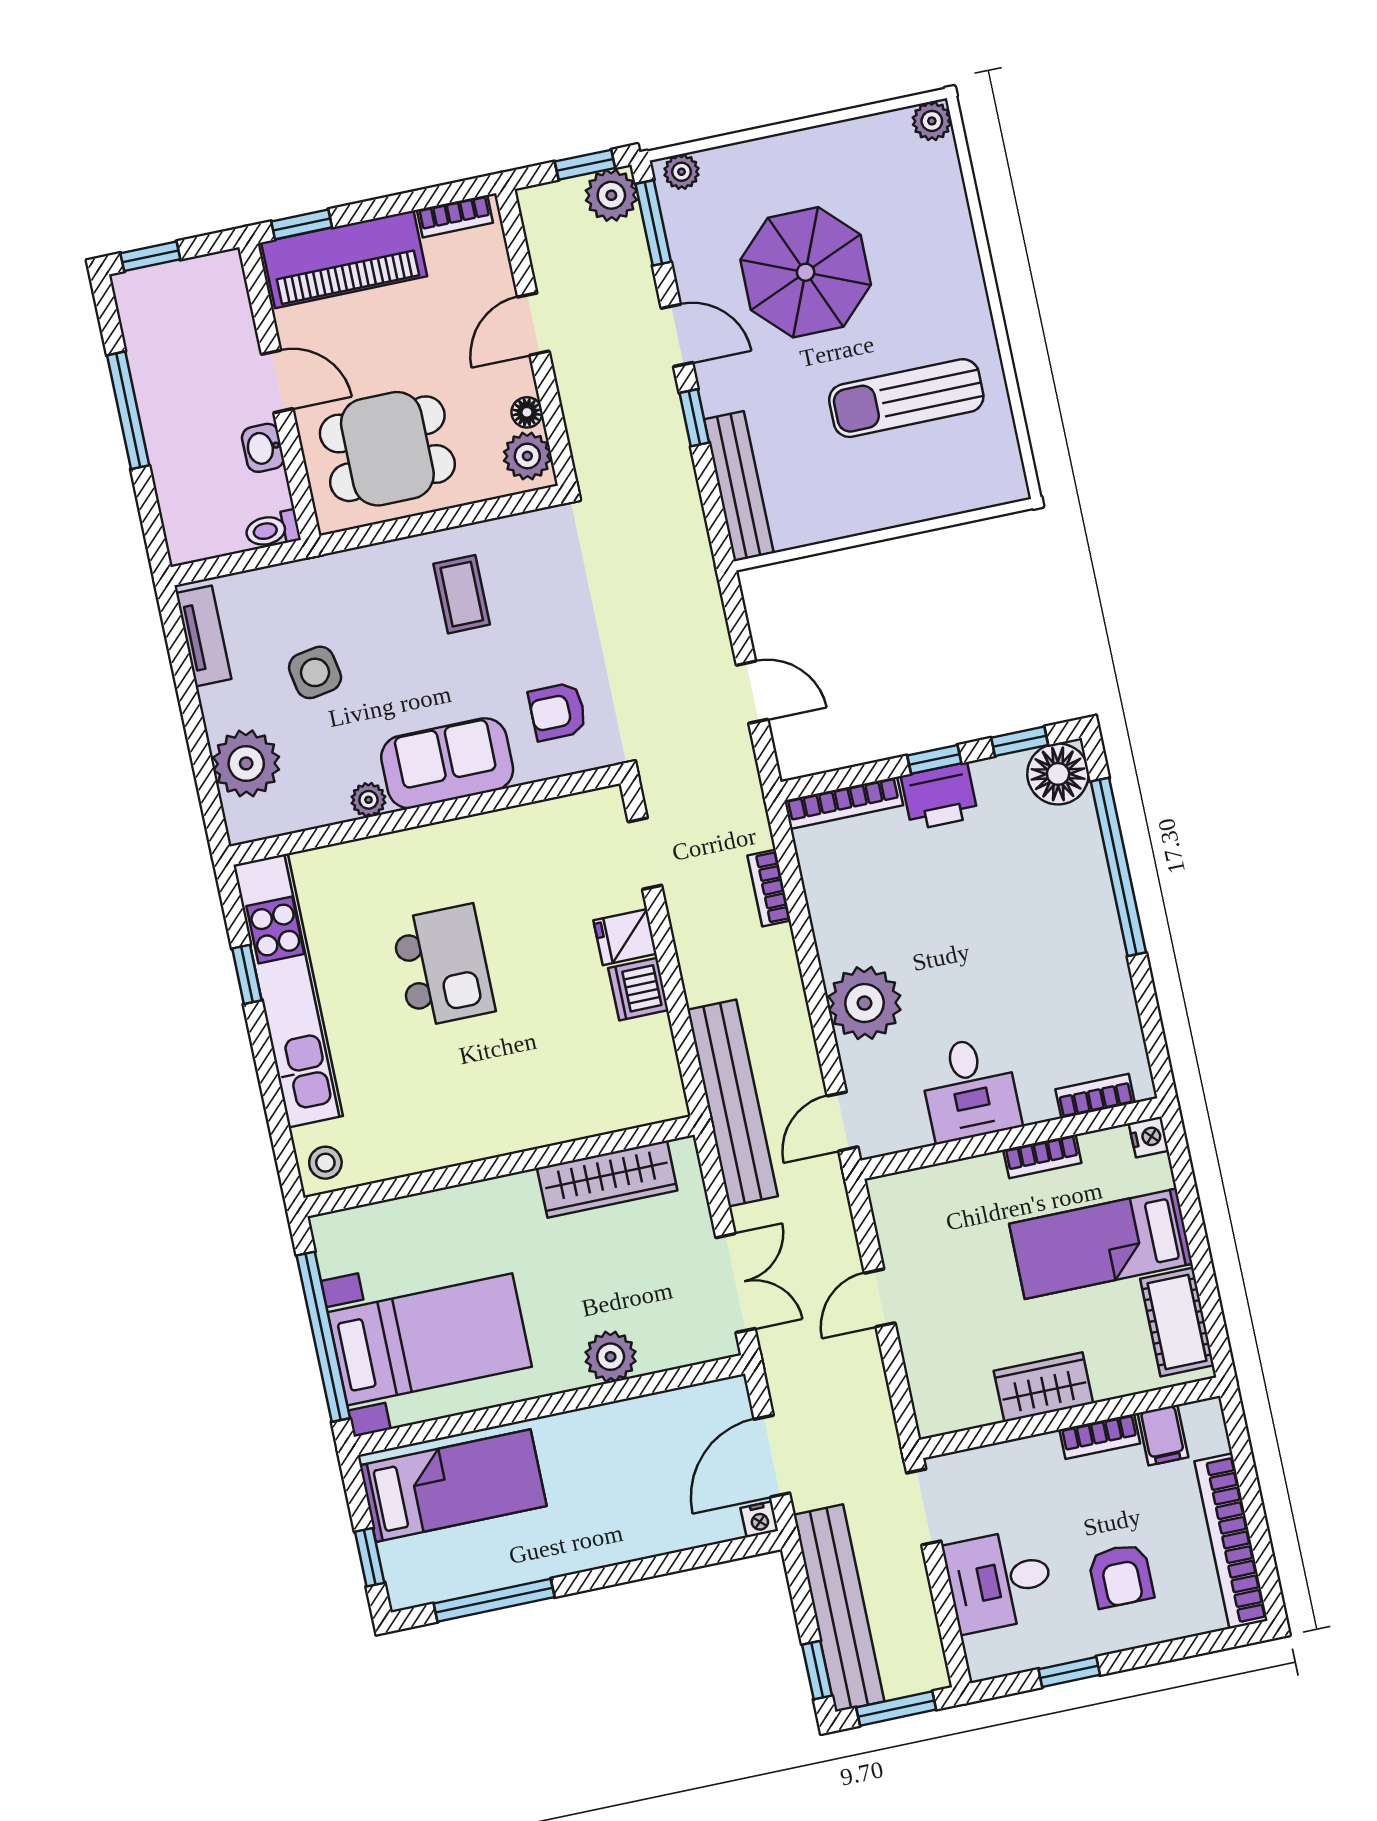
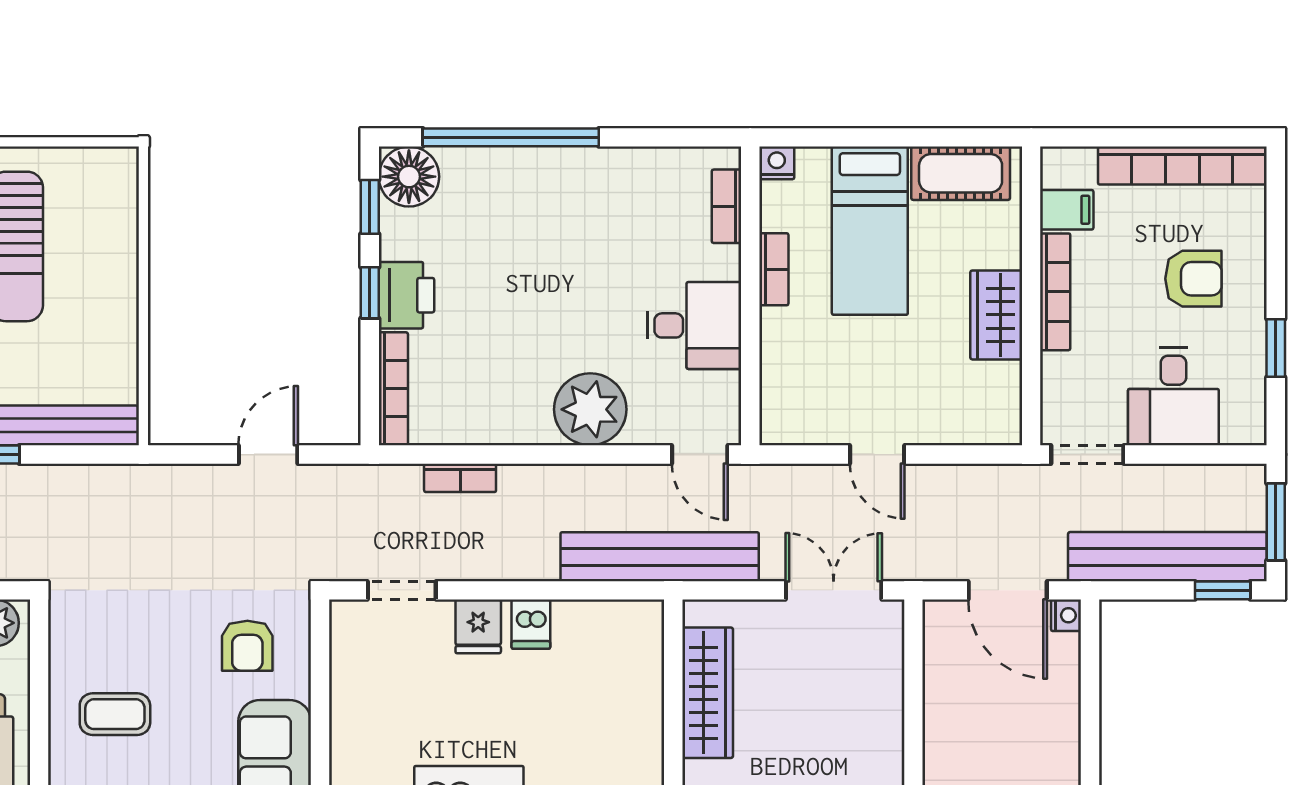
dishwasher: (638, 989) -> (531, 624), width x0.73
plant: (611, 1357) -> (879, 726), removed
bookcase: (1100, 1436) -> (1055, 292), width x1.56

